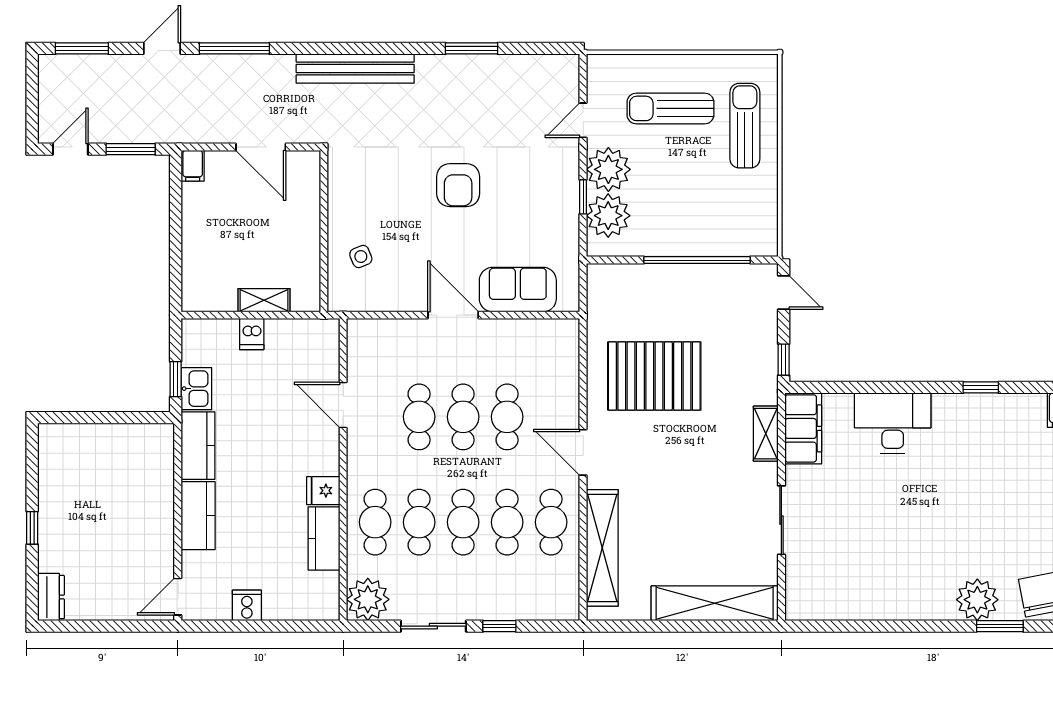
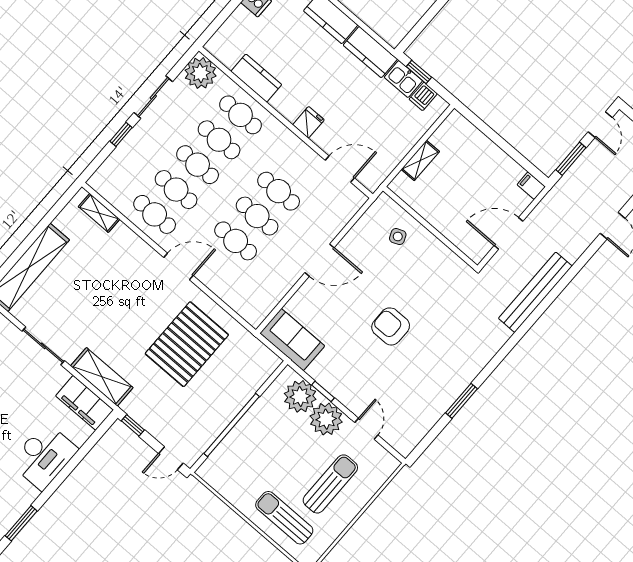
window: (234, 48) -> (577, 267), removed
bench: (355, 69) -> (535, 292), moved
sun lounger: (745, 126) -> (284, 518), turned 180
sofa: (518, 290) -> (292, 340), moved, turned -90
dishwasher: (252, 334) -> (423, 96), moved, turned -90
window: (981, 387) -> (21, 523), width x1.50
door: (343, 405) -> (340, 169), moved
shelving: (766, 434) -> (102, 377), width x1.50, depth x1.33
fridge: (323, 491) -> (308, 122), moved
shelving: (602, 548) -> (99, 213), width x0.45, depth x0.75

